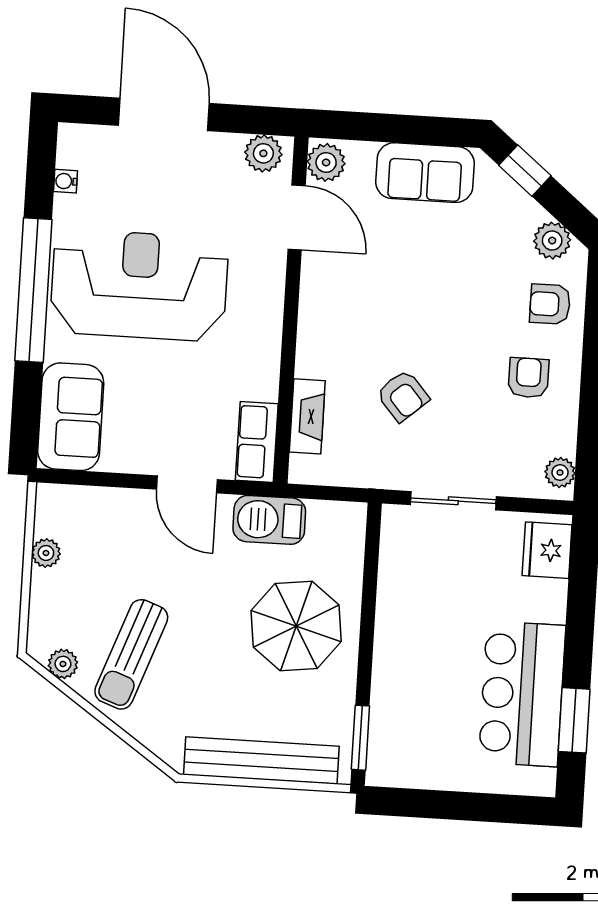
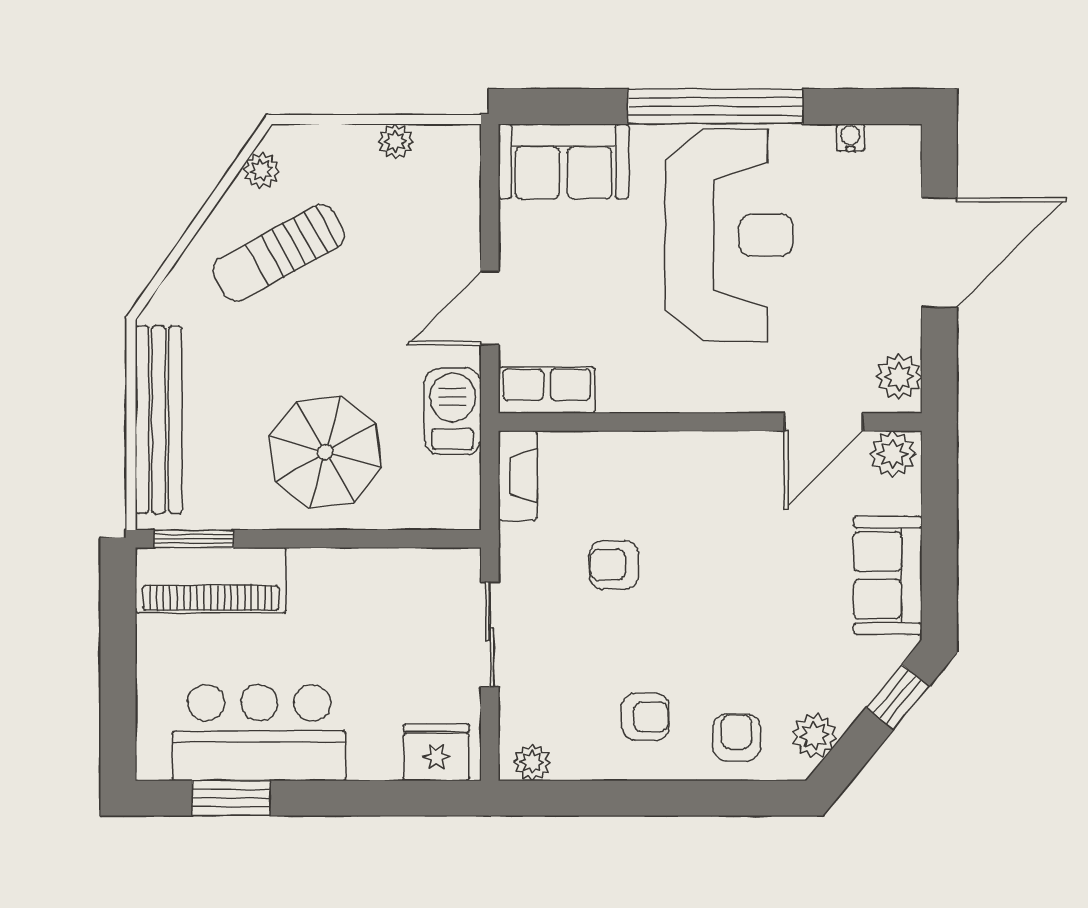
armchair: (403, 396) -> (614, 565), turned 41
fireplace: (307, 416) -> (518, 476), moved, turned -90
sun lounger: (131, 654) -> (278, 253), turned -49
piano: (395, 726) -> (211, 580), added

